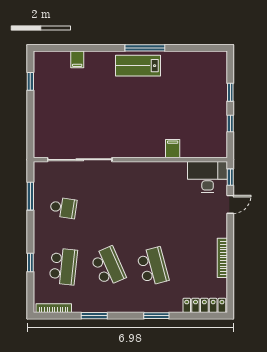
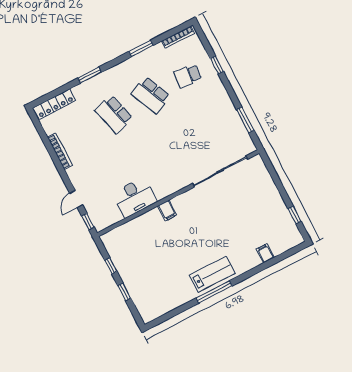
filing cabinet: (173, 149) -> (167, 210), moved
desk: (208, 177) -> (135, 197), moved
school desk: (63, 208) -> (213, 125), removed
school desk: (63, 266) -> (188, 76), width x0.54

